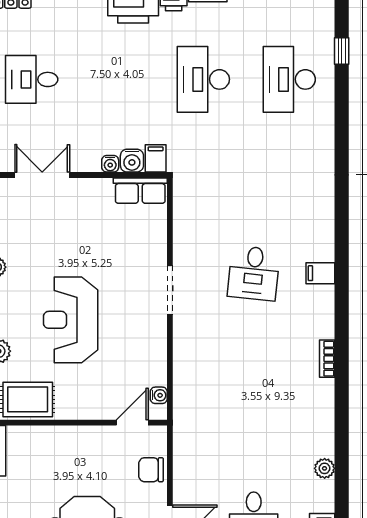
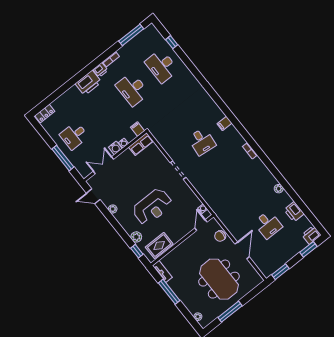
water cooler: (132, 161) -> (115, 148), moved
reception desk: (71, 320) -> (152, 207), turned -90

